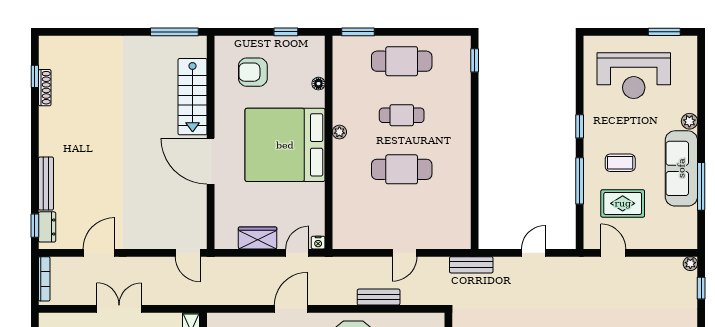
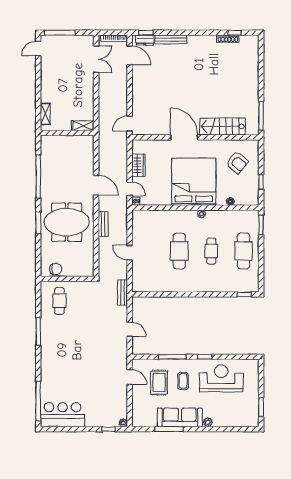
armchair: (253, 72) -> (237, 162), turned 130
reception desk: (634, 76) -> (221, 378), moved, turned 90
door: (211, 161) -> (184, 137), hinge flipped
door: (99, 253) -> (130, 55), moved
door: (613, 253) -> (130, 377), hinge flipped
bench: (379, 297) -> (103, 224), moved
double door: (119, 309) -> (96, 59), moved

